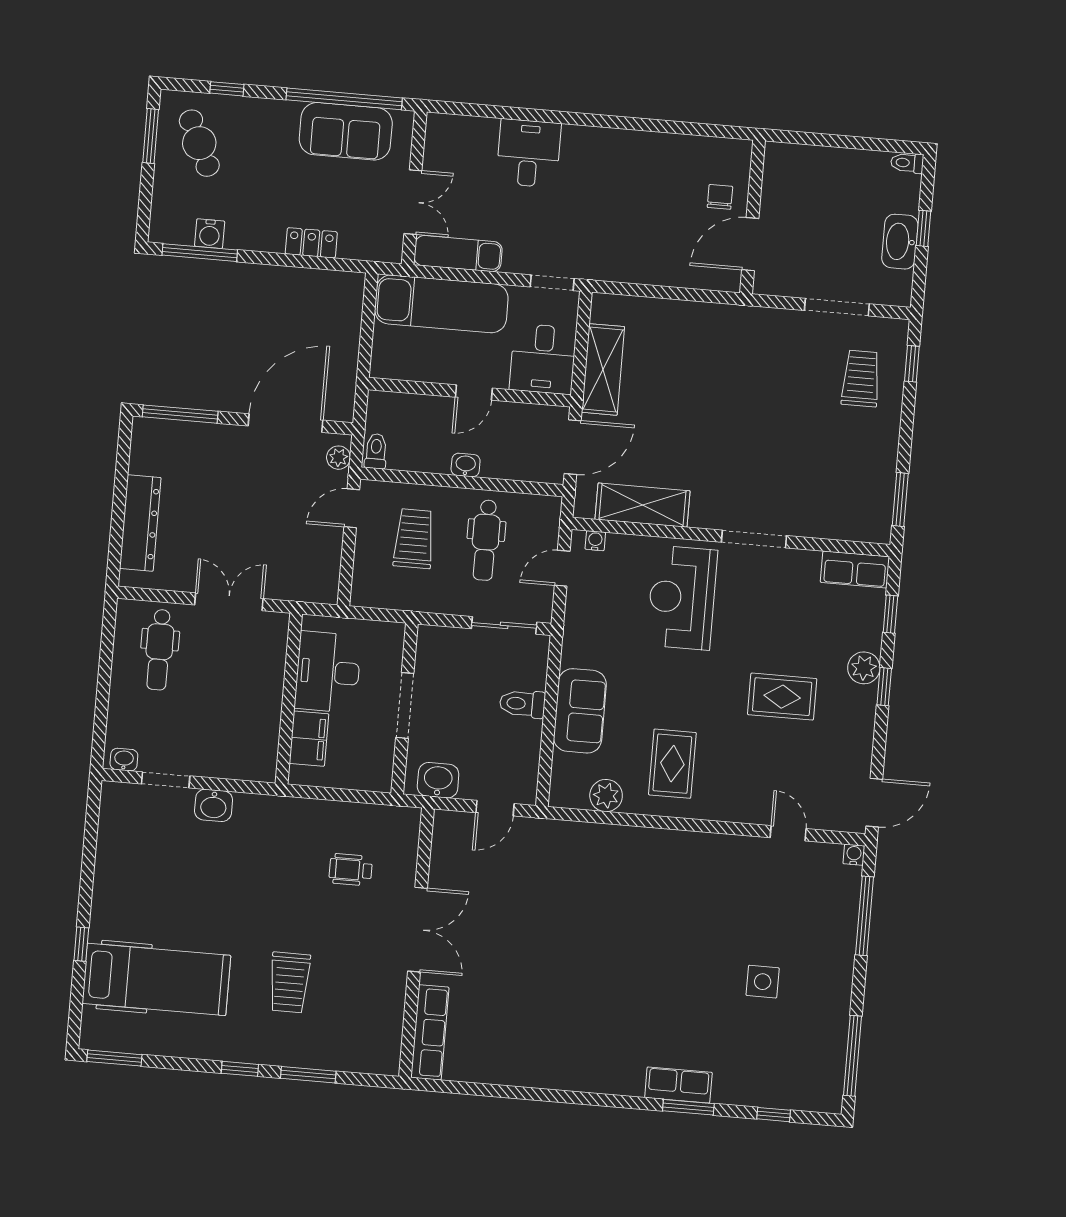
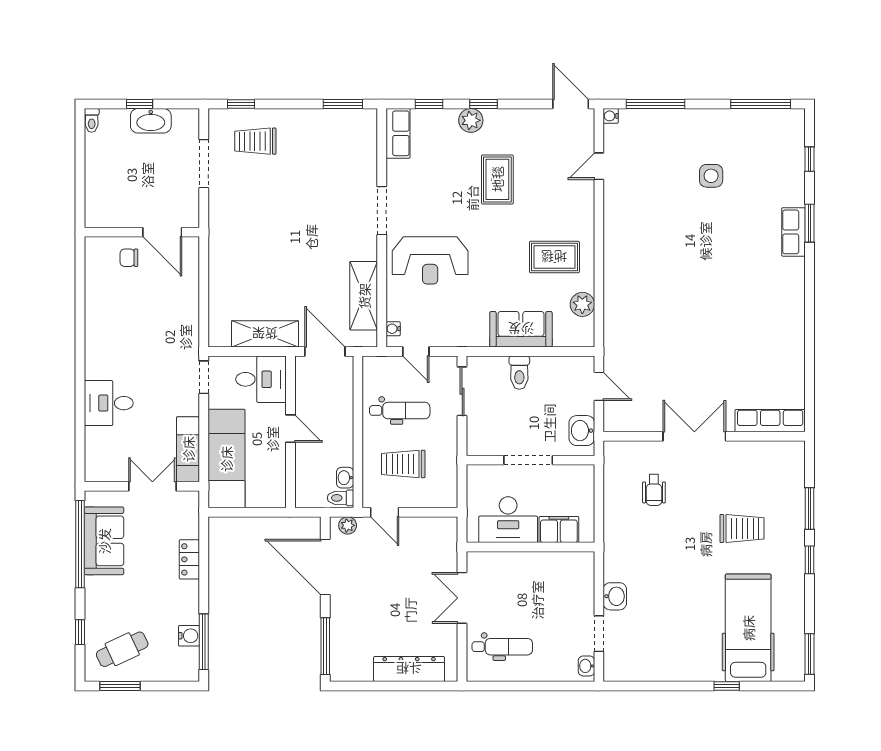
washbasin: (466, 465) -> (345, 478), moved

